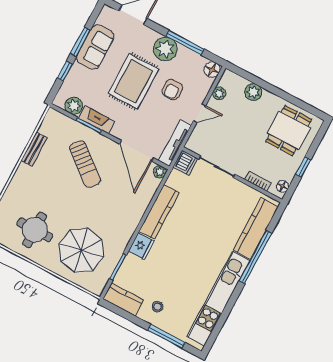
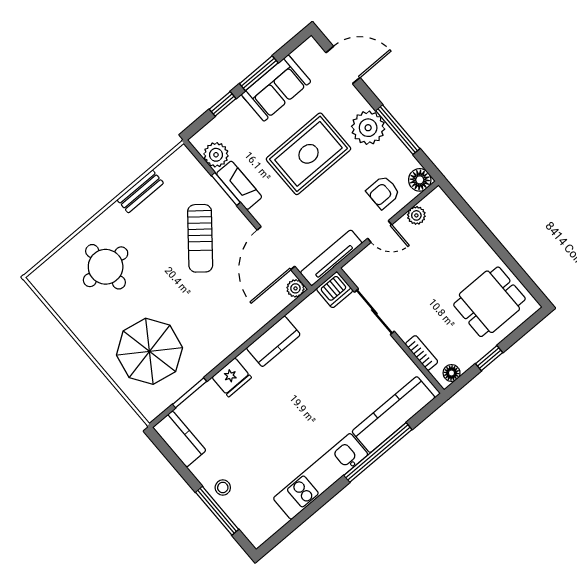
armchair: (172, 89) -> (383, 192), moved
plant: (253, 92) -> (463, 232), removed
kitchen counter: (159, 212) -> (273, 341), width x0.67
round table: (35, 230) -> (106, 267), moved
kitchen unit: (218, 299) -> (321, 476), width x0.73
stool: (158, 307) -> (223, 488), moved

